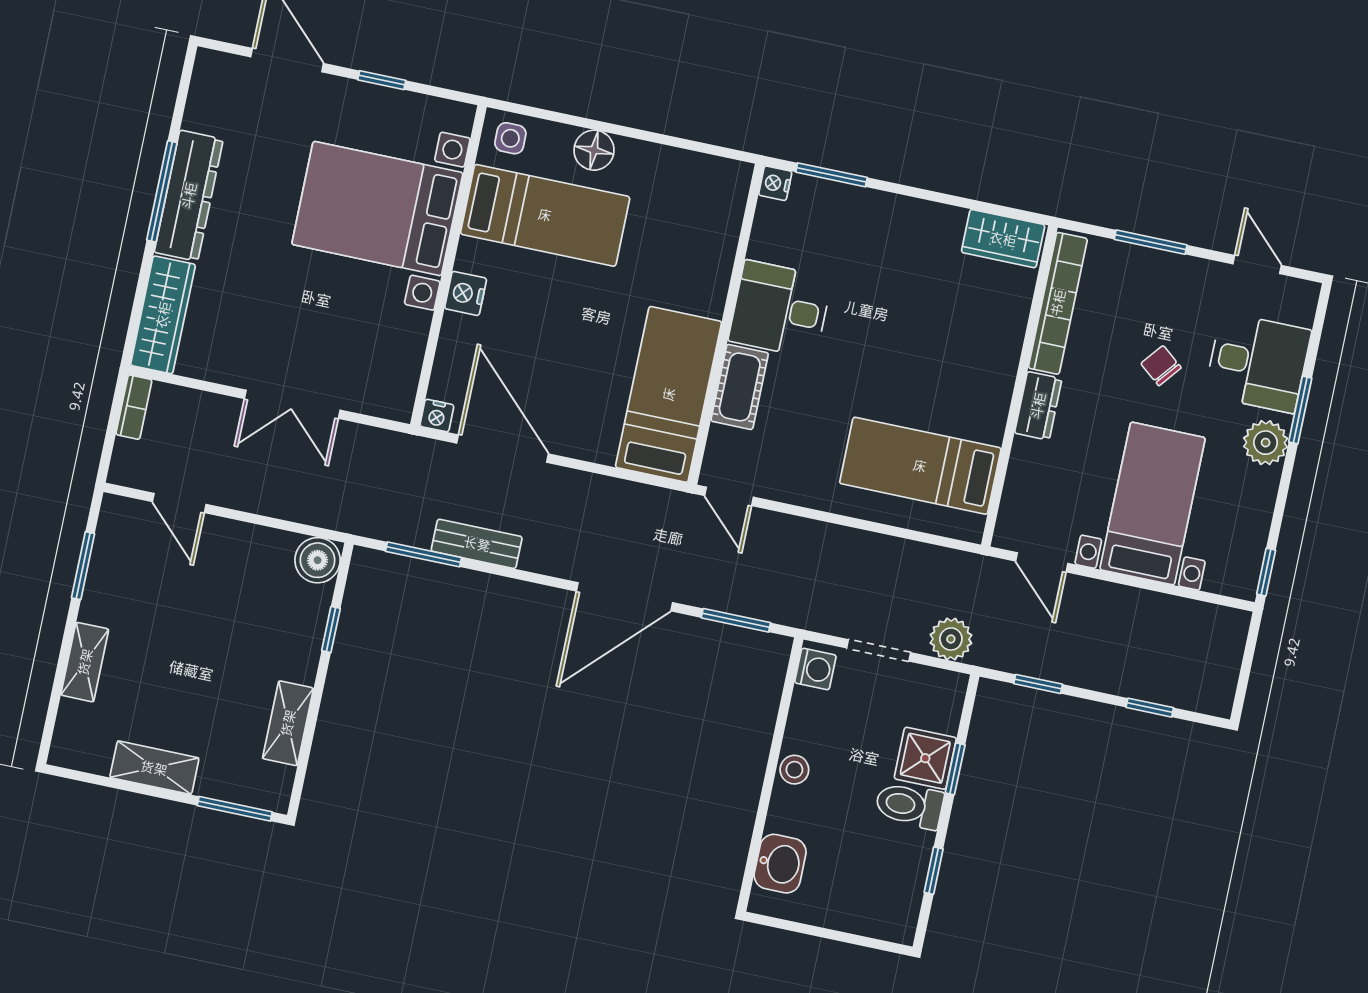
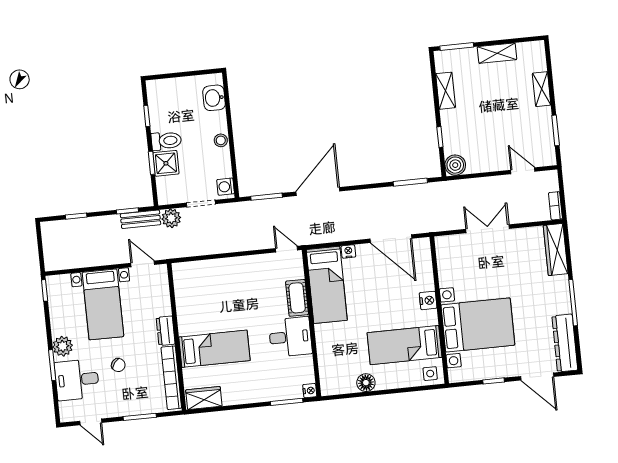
floor lamp: (594, 150) -> (366, 383), moved
dresser: (189, 196) -> (565, 343), moved
nightstand: (437, 416) -> (348, 251), moved
bed: (920, 466) -> (214, 349), moved
bench: (477, 544) -> (141, 219), moved

